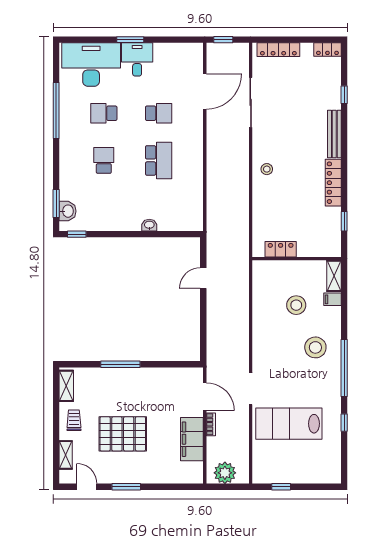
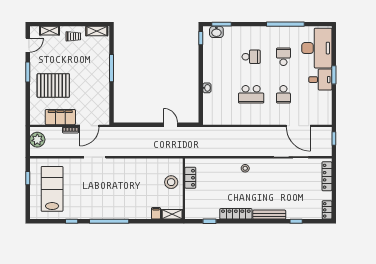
stool: (296, 305) -> (171, 182), moved
stool: (315, 347) -> (123, 202), removed
lab bench: (289, 424) -> (52, 189), moved
pallet: (123, 434) -> (53, 86), moved, turned 90

